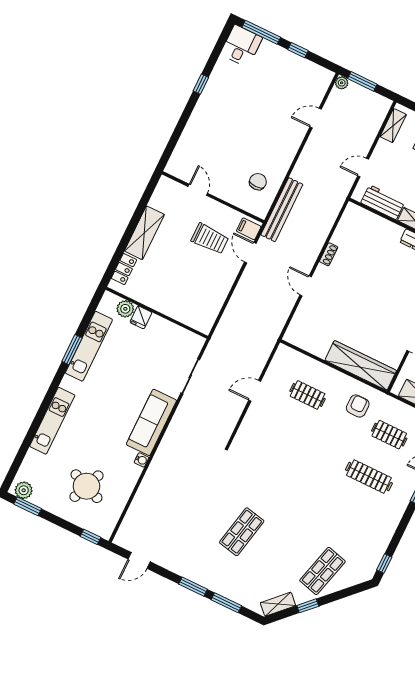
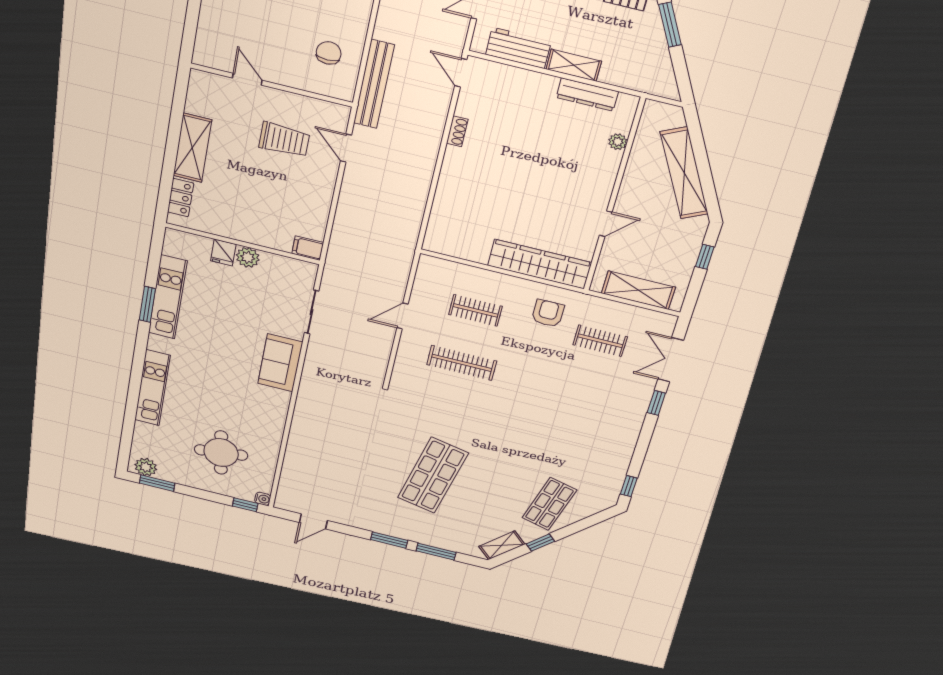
filing cabinet: (249, 229) -> (308, 248), moved
door: (306, 286) -> (461, 73), moved
plant: (125, 309) -> (248, 257), moved
sofa: (151, 422) -> (280, 363), width x0.73
water cooler: (141, 460) -> (263, 499), moved
clothes rail: (369, 476) -> (462, 363), moved
round table: (86, 486) -> (221, 452), turned -30
shop shelf: (242, 532) -> (433, 475), width x1.43, depth x1.36

